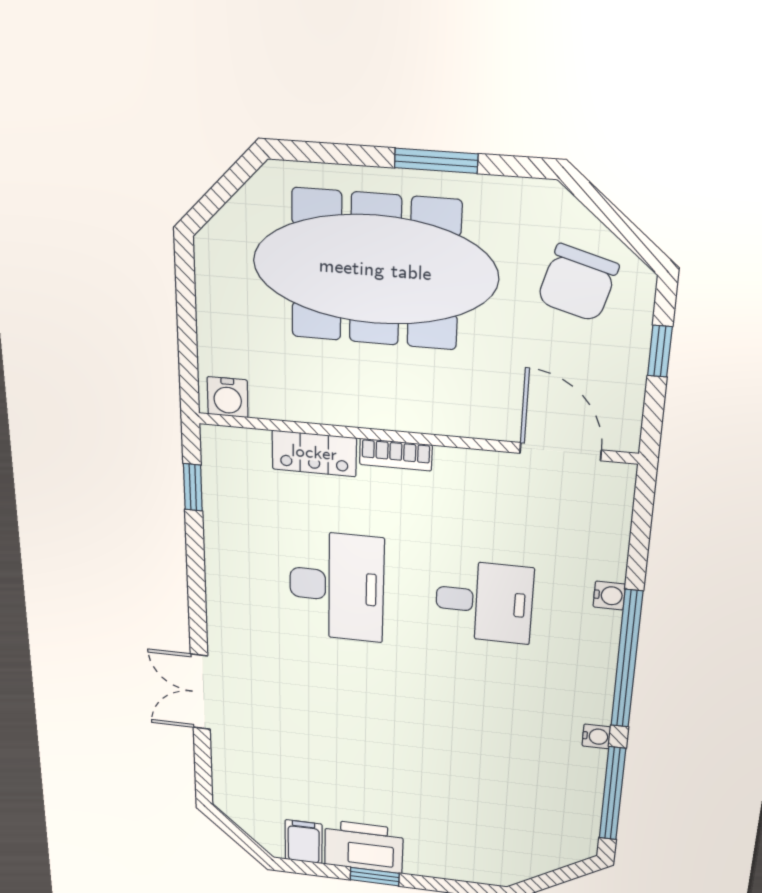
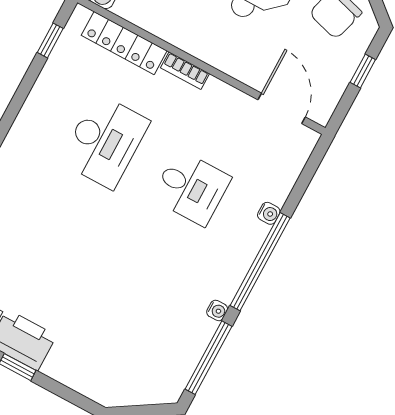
locker: (314, 453) -> (124, 43), width x1.53

